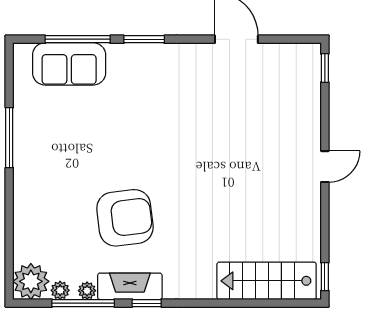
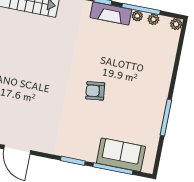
armchair: (125, 218) -> (95, 91), moved, width x0.53, depth x0.53
plant: (31, 281) -> (176, 24), width x0.53, depth x0.53

